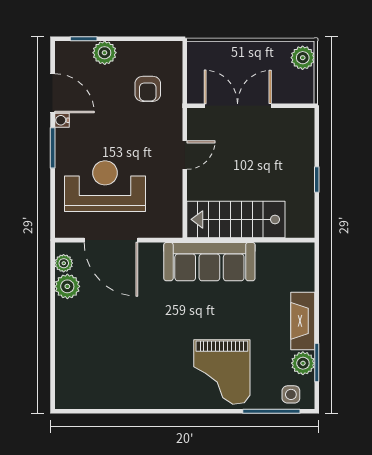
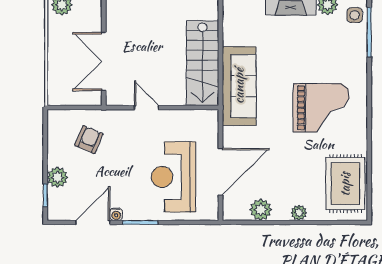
armchair: (148, 89) -> (89, 140), turned -67
plant: (64, 263) -> (299, 213), moved
grand piano: (222, 372) -> (321, 108), moved
rug: (97, 384) -> (345, 184), added

